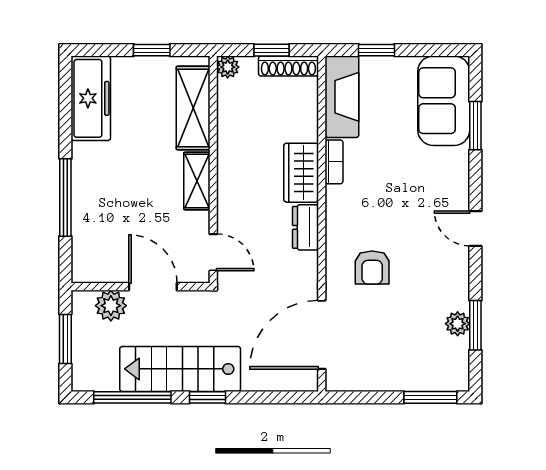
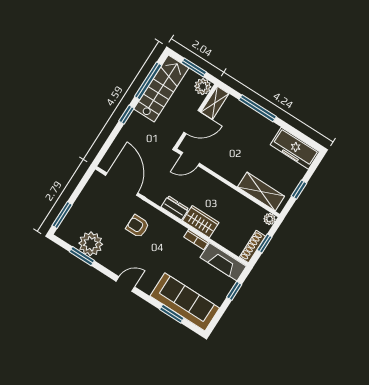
sofa: (444, 101) -> (185, 302), width x1.36
shelving: (197, 181) -> (215, 103), moved, turned 90
plant: (111, 306) -> (203, 87), moved
plant: (458, 324) -> (91, 244), width x1.88, depth x1.88
stairs: (180, 369) -> (161, 88), moved

